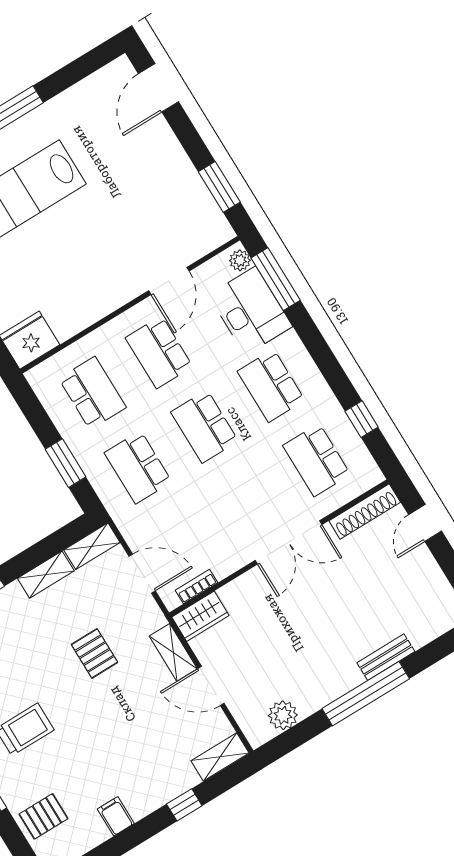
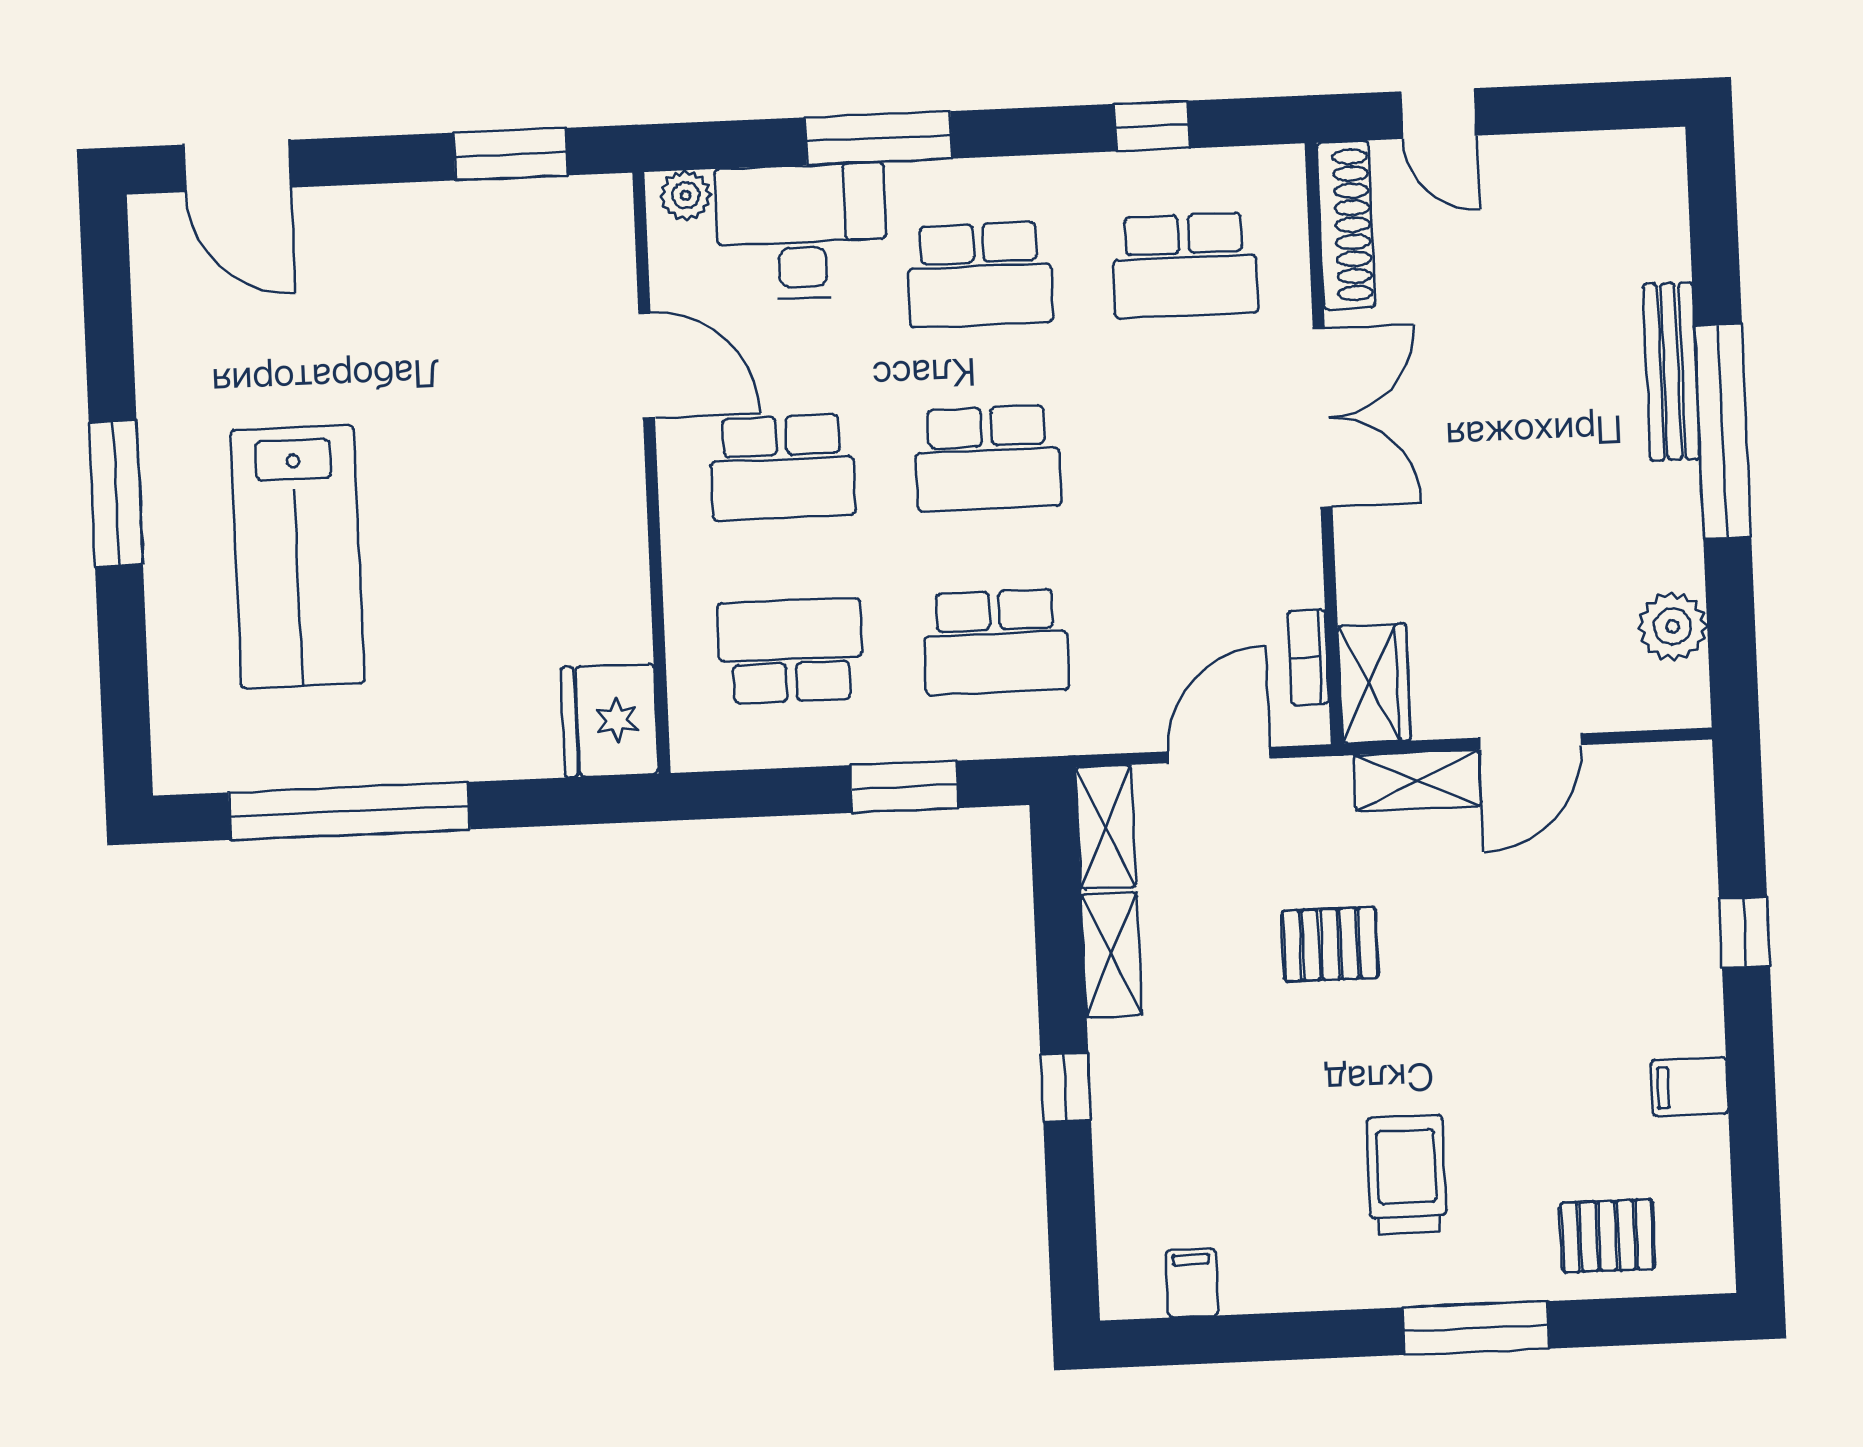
window: (276, 279) -> (879, 138), moved
bench: (386, 657) -> (1671, 372), width x1.36
shelving: (220, 757) -> (1687, 804), removed
pallet: (43, 816) -> (1607, 1236), turned 90

